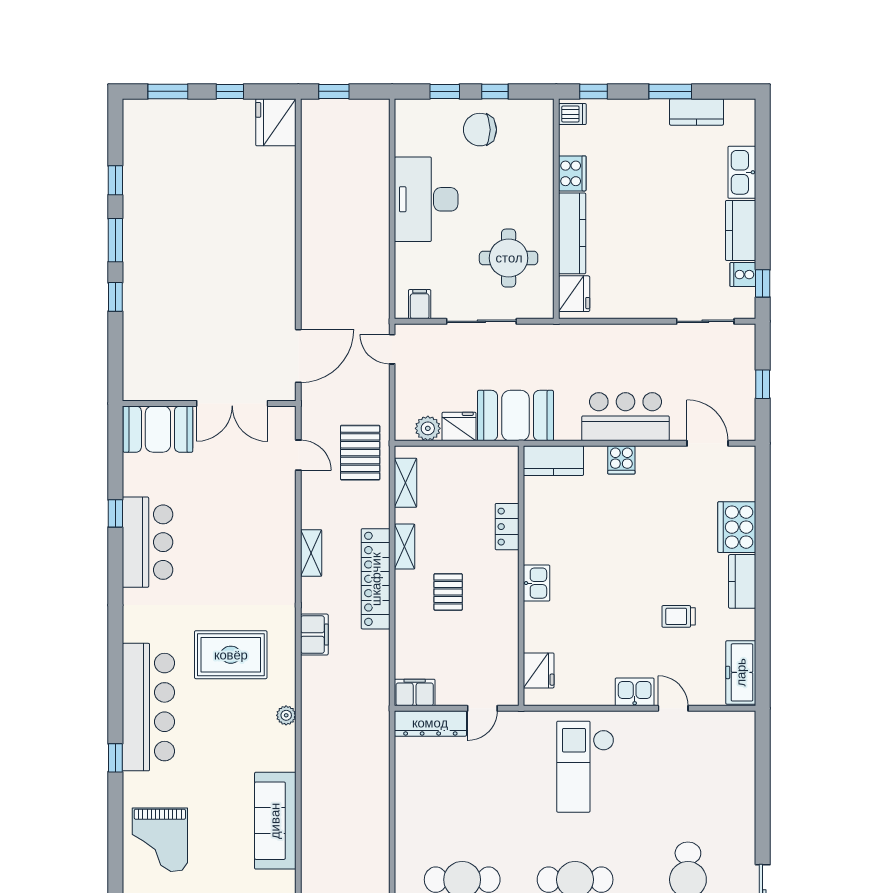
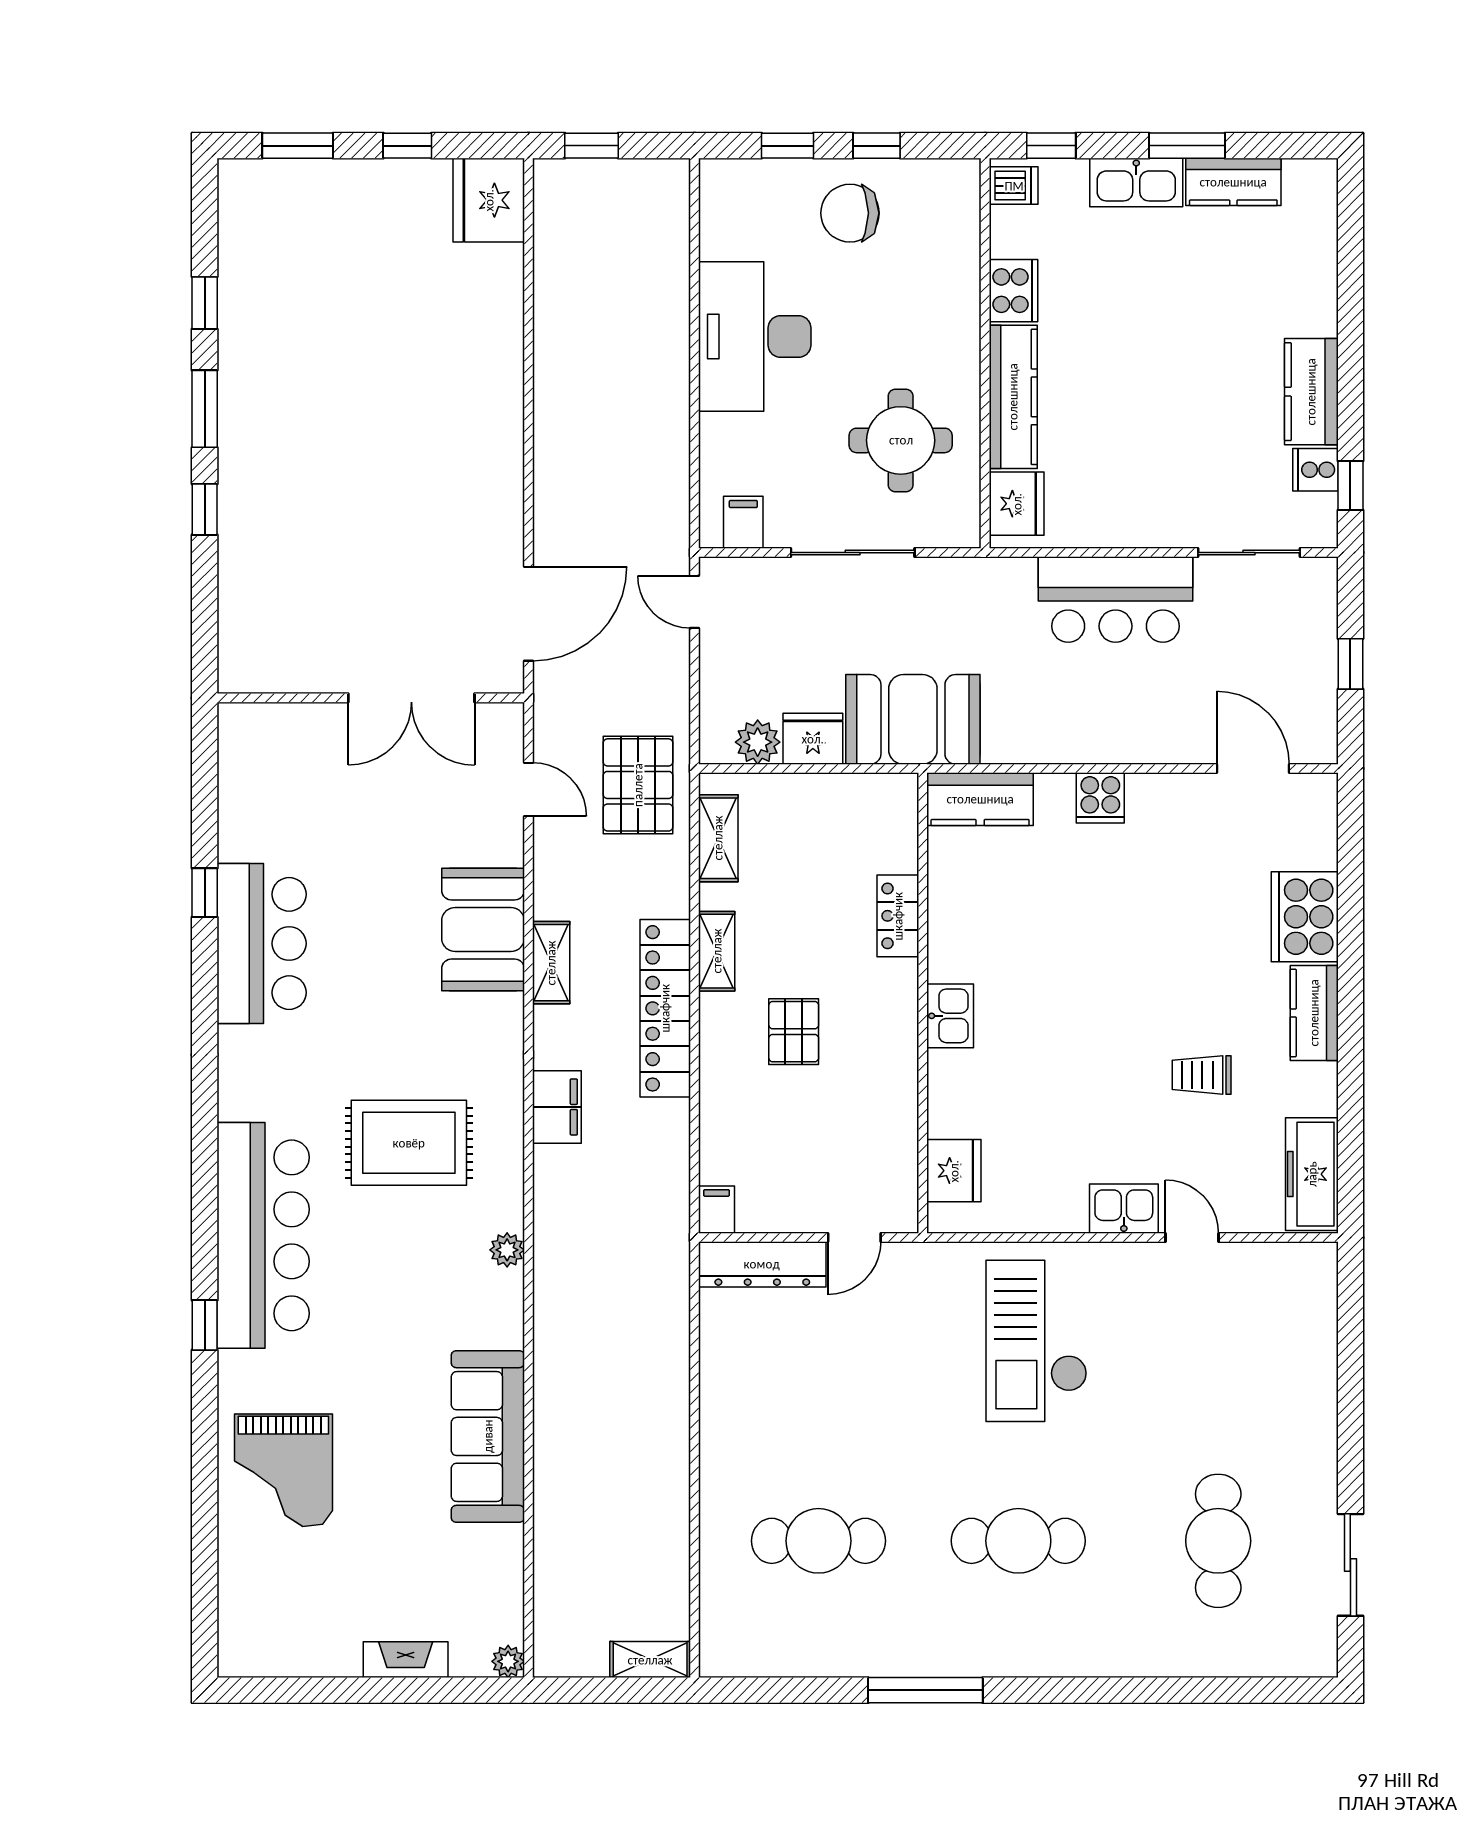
kitchen sink: (742, 172) -> (1136, 183), moved, turned -90
bar counter: (626, 417) -> (1116, 600), moved, turned 180
booth: (158, 429) -> (483, 929), moved, turned 90
filing cabinet: (415, 693) -> (717, 1210), width x0.50

